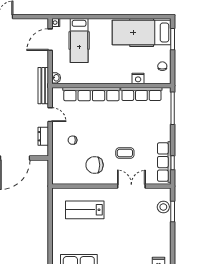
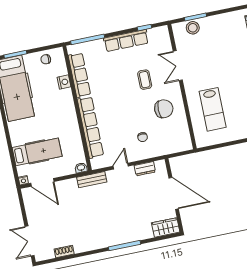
bench: (43, 86) -> (92, 180), width x0.73
row of seats: (164, 162) -> (126, 41), moved
chair: (95, 165) -> (164, 109), turned -90

